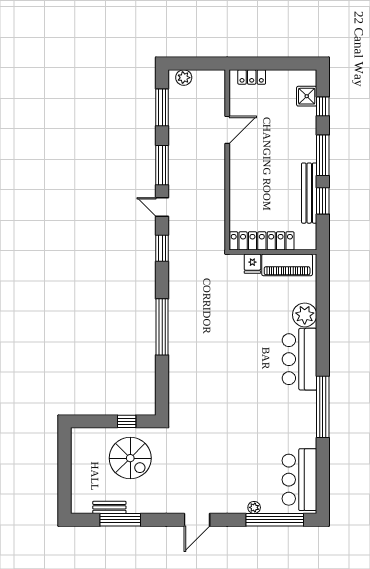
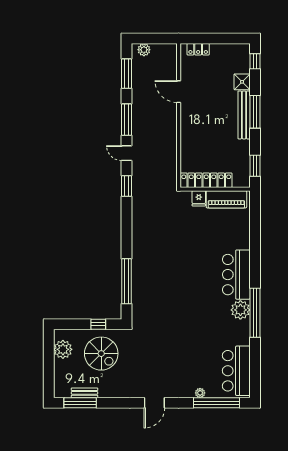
shower: (307, 96) -> (242, 82), moved
window: (323, 106) -> (255, 61), moved
door: (227, 130) -> (179, 92), swing flipped
bench: (309, 193) -> (244, 115), moved
window: (323, 201) -> (255, 166), moved
plant: (305, 315) -> (240, 310), moved
window: (162, 327) -> (127, 281), moved
plant: (82, 453) -> (63, 349), added
window: (120, 520) -> (80, 403), moved

